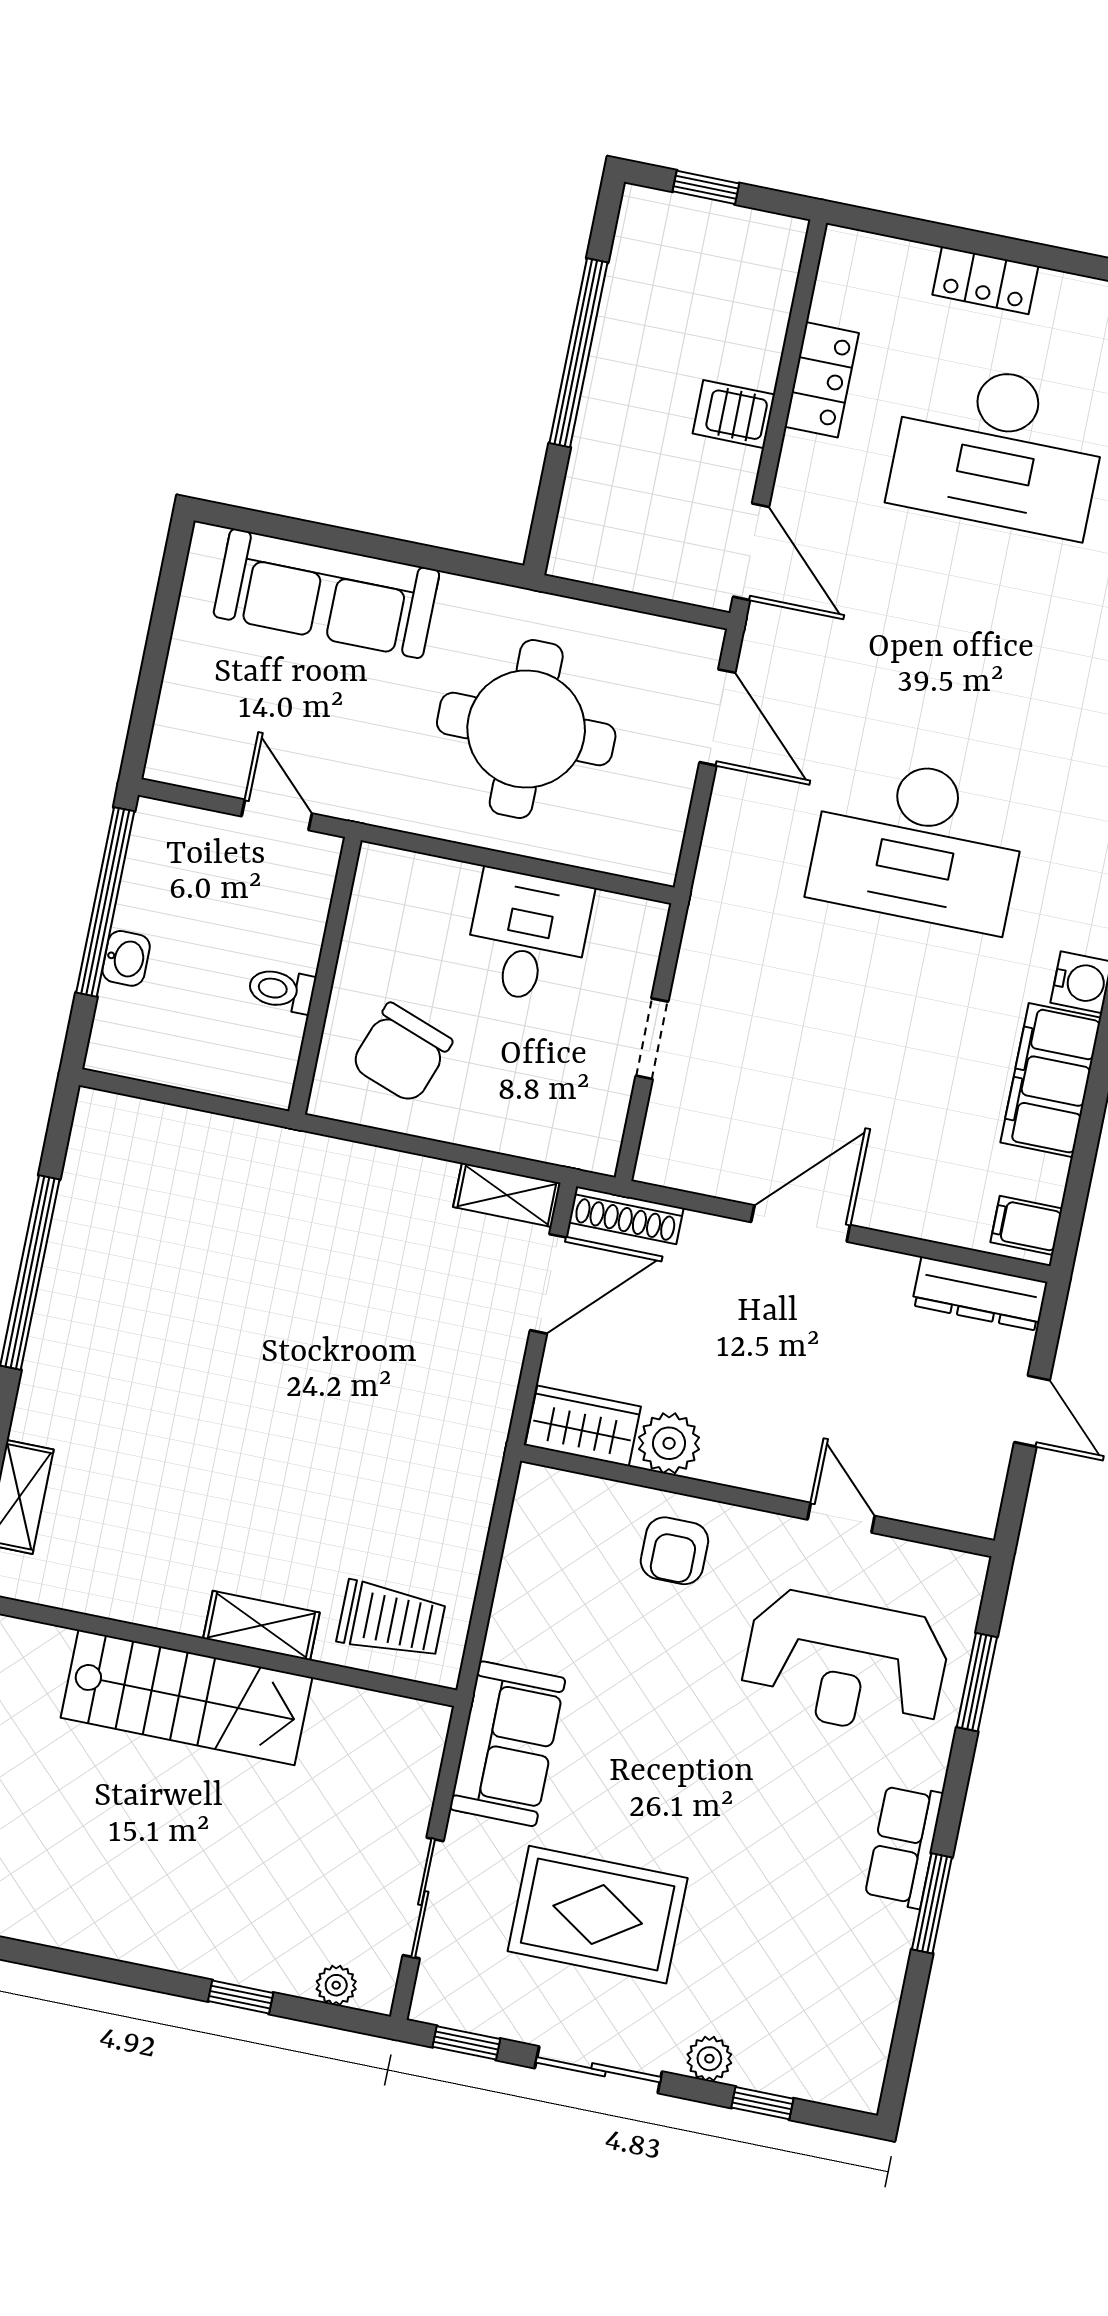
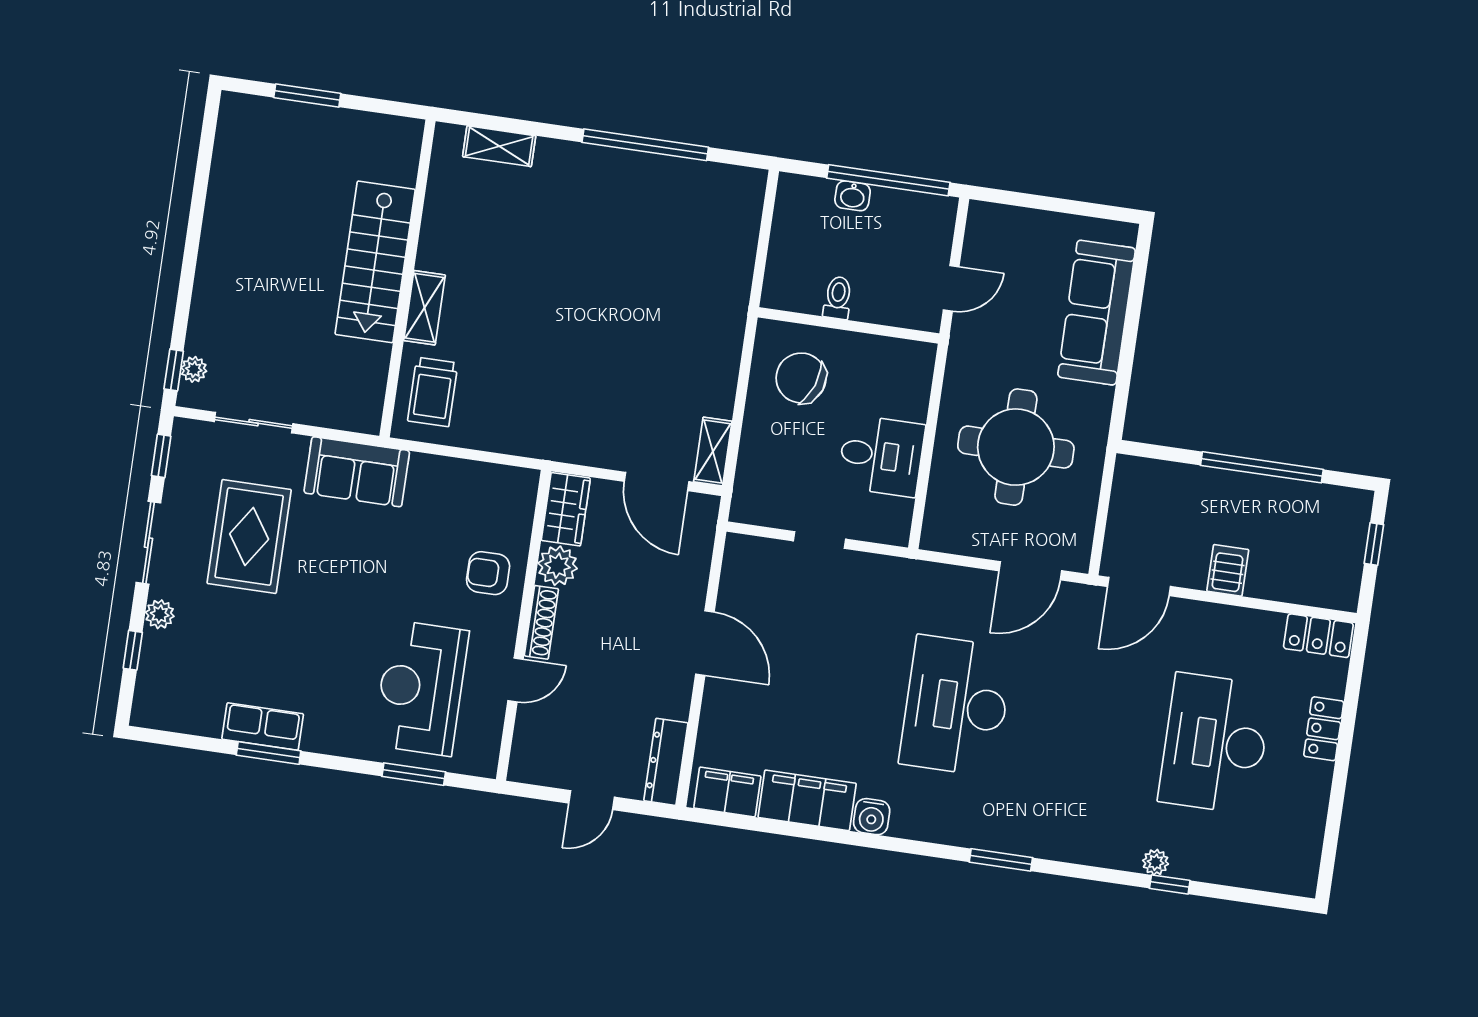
locker: (822, 380) -> (1318, 636), moved
shoe rack: (626, 1215) -> (541, 622), moved, turned 180
filing cabinet: (1026, 1225) -> (727, 792), width x2.00
row of seats: (904, 1846) -> (263, 726), moved
window: (241, 1997) -> (174, 370), moved

